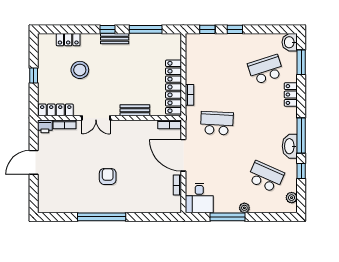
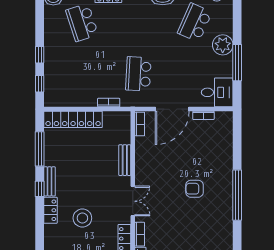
locker: (68, 40) -> (51, 210), moved
locker: (174, 87) -> (73, 119), moved
plant: (244, 208) -> (223, 45), width x1.87, depth x1.87

